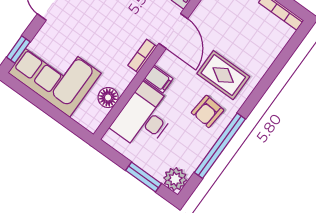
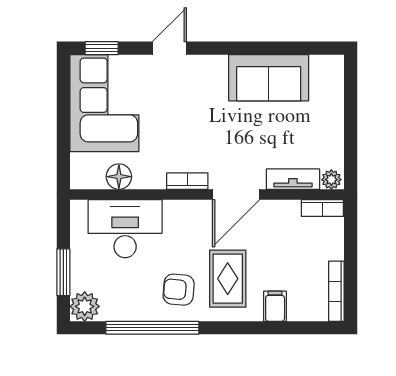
filing cabinet: (158, 79) -> (275, 306), moved, turned 180

